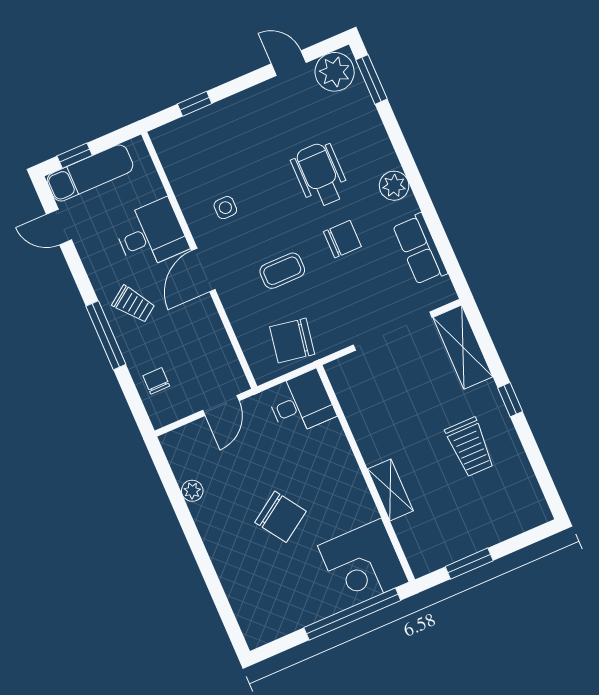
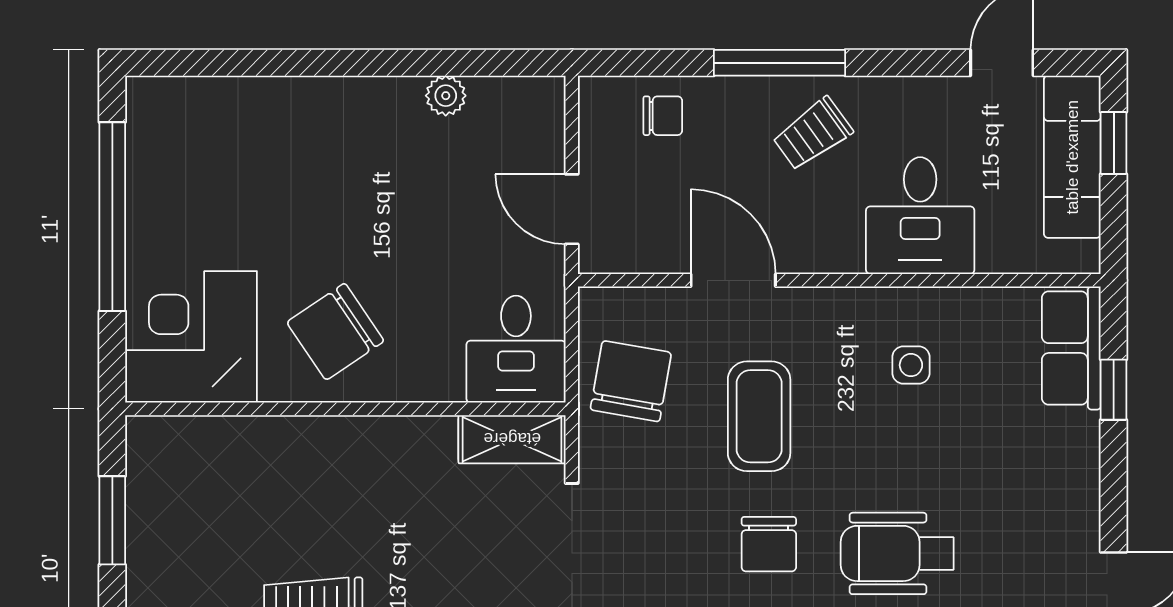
row of seats: (183, 133) -> (1071, 348), added
wheelchair: (320, 175) -> (897, 553), turned 180
door: (203, 270) -> (733, 280), moved
coffee table: (282, 271) -> (759, 416), width x1.36, depth x1.30
shelving: (390, 490) -> (512, 439), moved
chair: (281, 517) -> (335, 332), moved
window: (352, 614) -> (112, 217), moved

